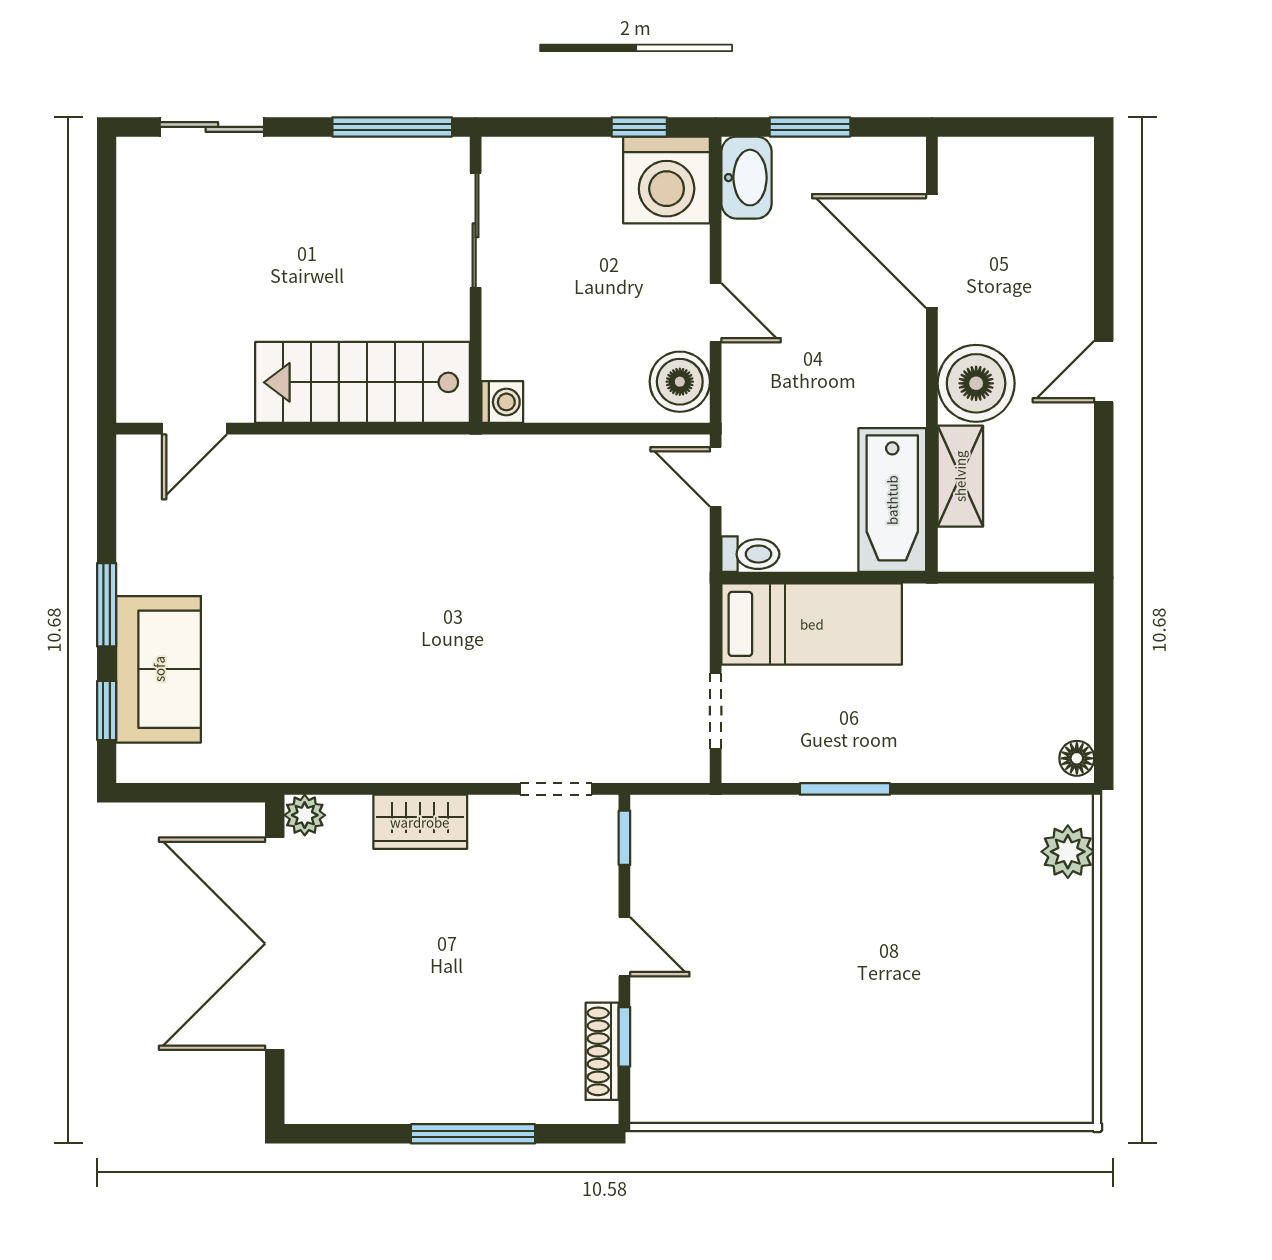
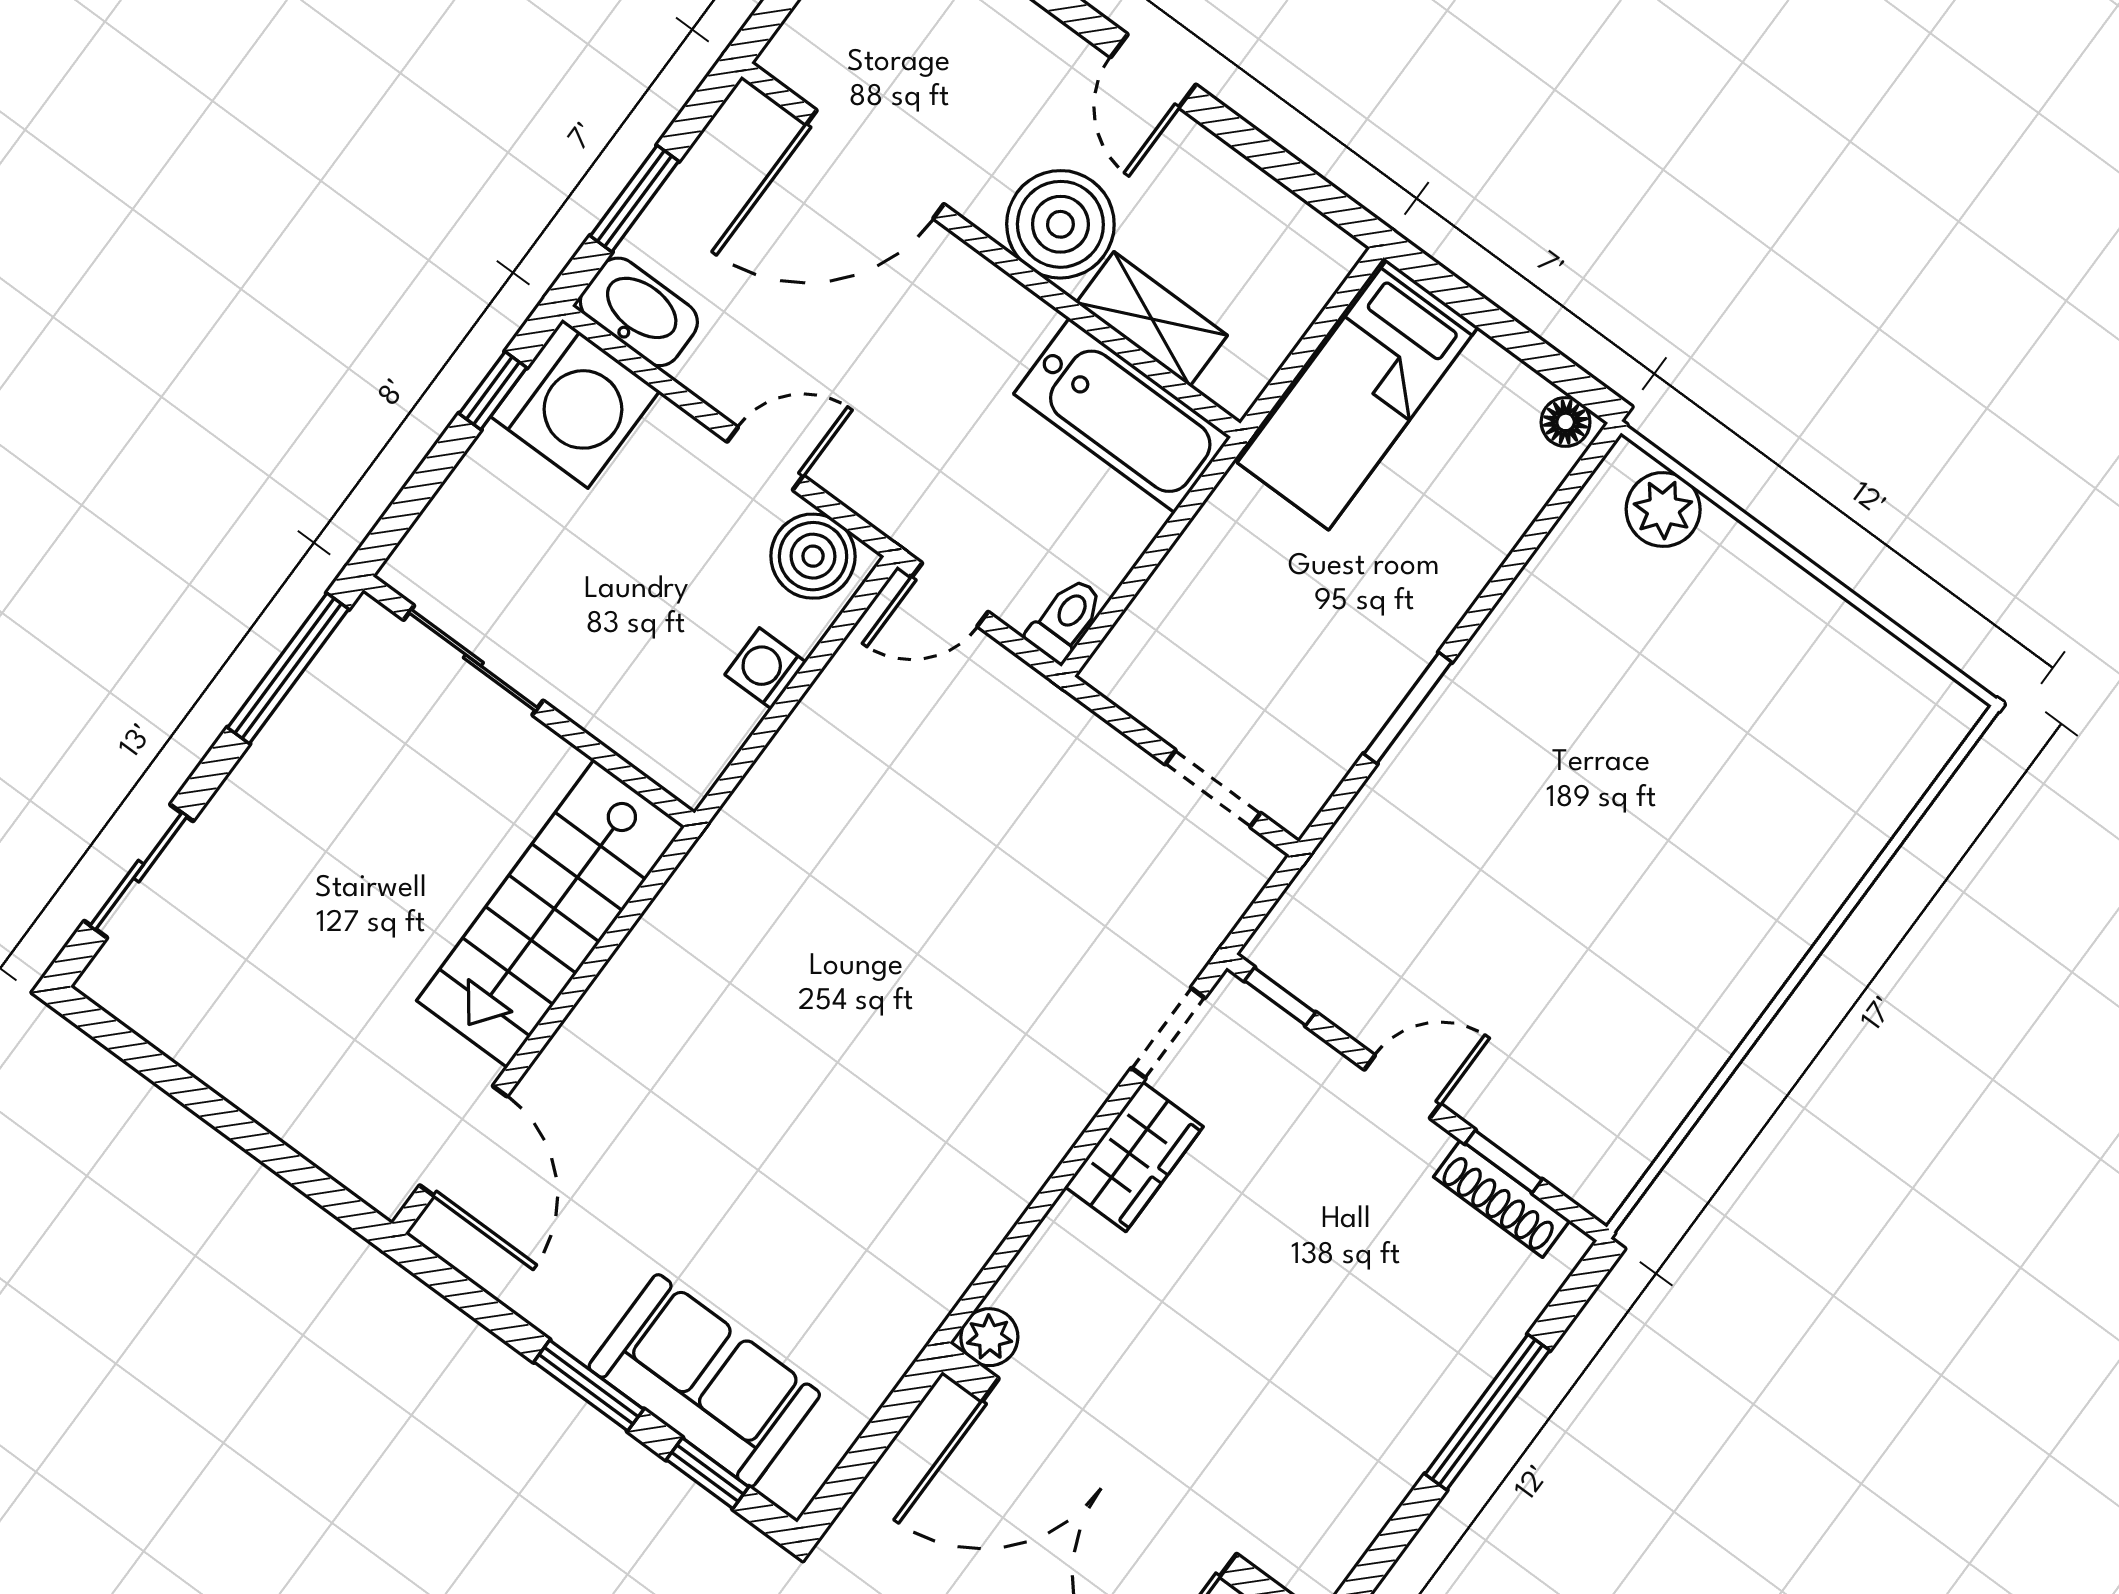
washing machine: (502, 402) -> (765, 668), moved, turned -90
door: (194, 429) -> (463, 1141), width x1.38
bed: (812, 624) -> (1358, 395), moved, turned 180
wardrobe: (420, 822) -> (1134, 1157), moved

